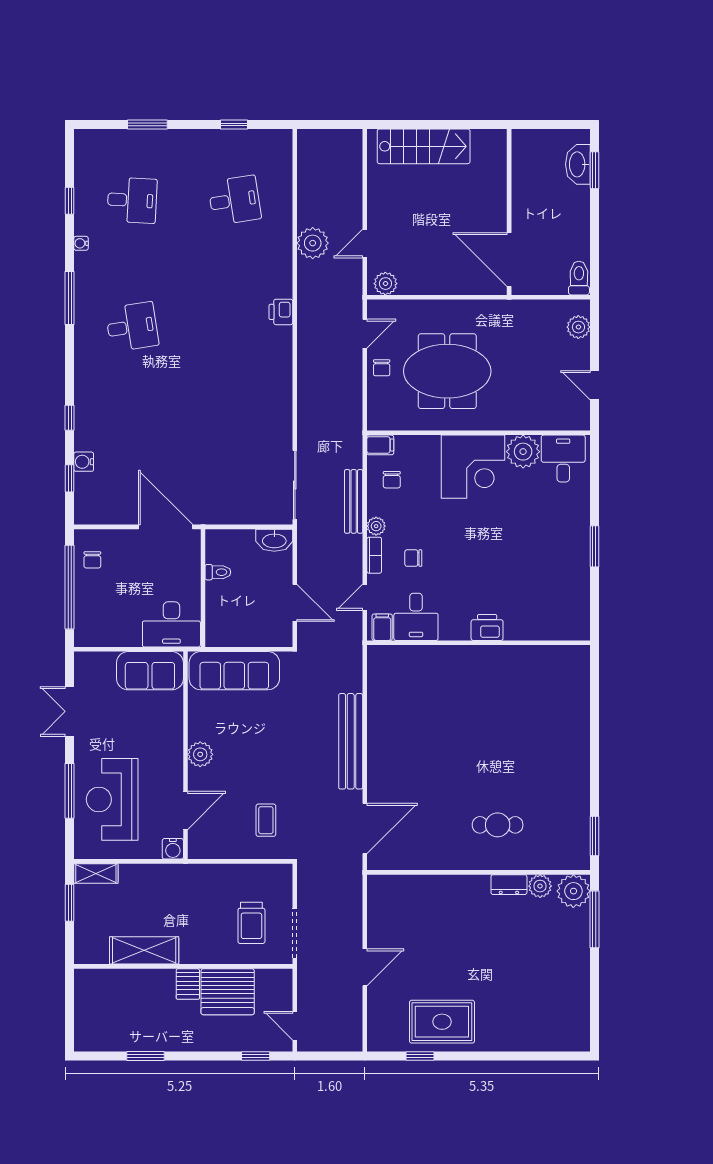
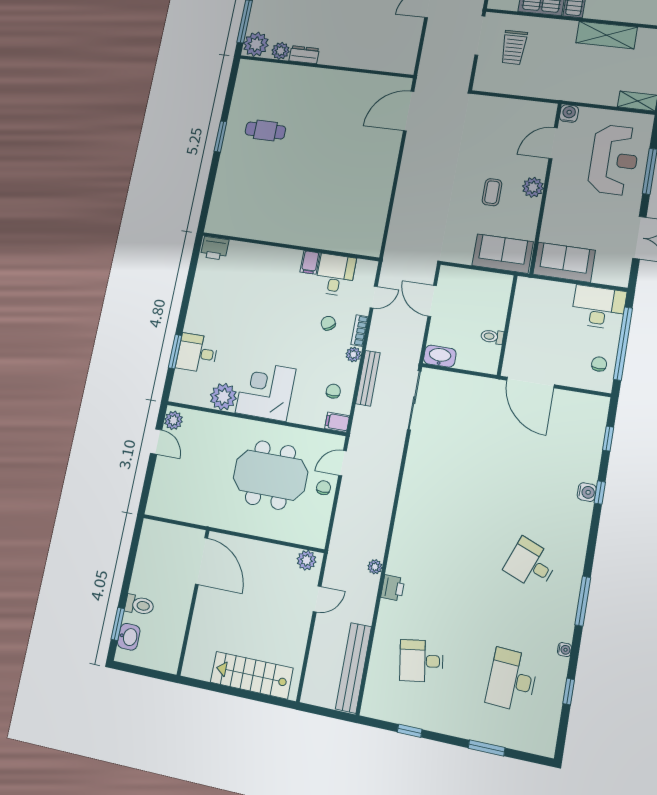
washbasin: (578, 164) -> (129, 637), width x0.72
desk: (132, 200) -> (512, 680), width x1.37
plant: (313, 243) -> (375, 567), moved, width x0.53, depth x0.53
toilet: (579, 278) -> (139, 605), moved, turned -90
printer: (281, 312) -> (393, 588), moved
desk: (132, 327) -> (531, 564), turned 30
plant: (578, 327) -> (173, 420), moved
door: (365, 334) -> (343, 463), moved
desk: (563, 459) -> (197, 353), moved, turned 90
water cooler: (84, 462) -> (587, 492), moved
window: (594, 546) -> (175, 352), moved
chair: (413, 558) -> (328, 323), turned -122
desk: (171, 624) -> (599, 307), moved
filing cabinet: (382, 627) -> (310, 262), moved
printer: (487, 627) -> (215, 248), moved
sofa: (234, 671) -> (503, 254), width x0.73
bench: (351, 741) -> (353, 668), moved
coffee table: (266, 820) -> (492, 192), moved
cafe table: (498, 825) -> (265, 130), moved
window: (594, 836) -> (220, 137), moved
trolley: (251, 923) -> (514, 47), turned 180

